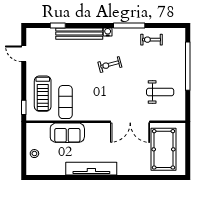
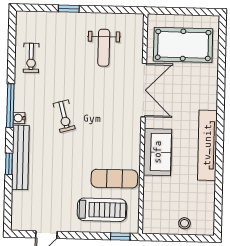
window: (58, 25) -> (9, 164), moved
window: (129, 25) -> (10, 106), moved
window: (188, 66) -> (69, 9), width x0.32
weight bench: (160, 92) -> (104, 48), turned 180
sofa: (67, 133) -> (157, 152), moved

